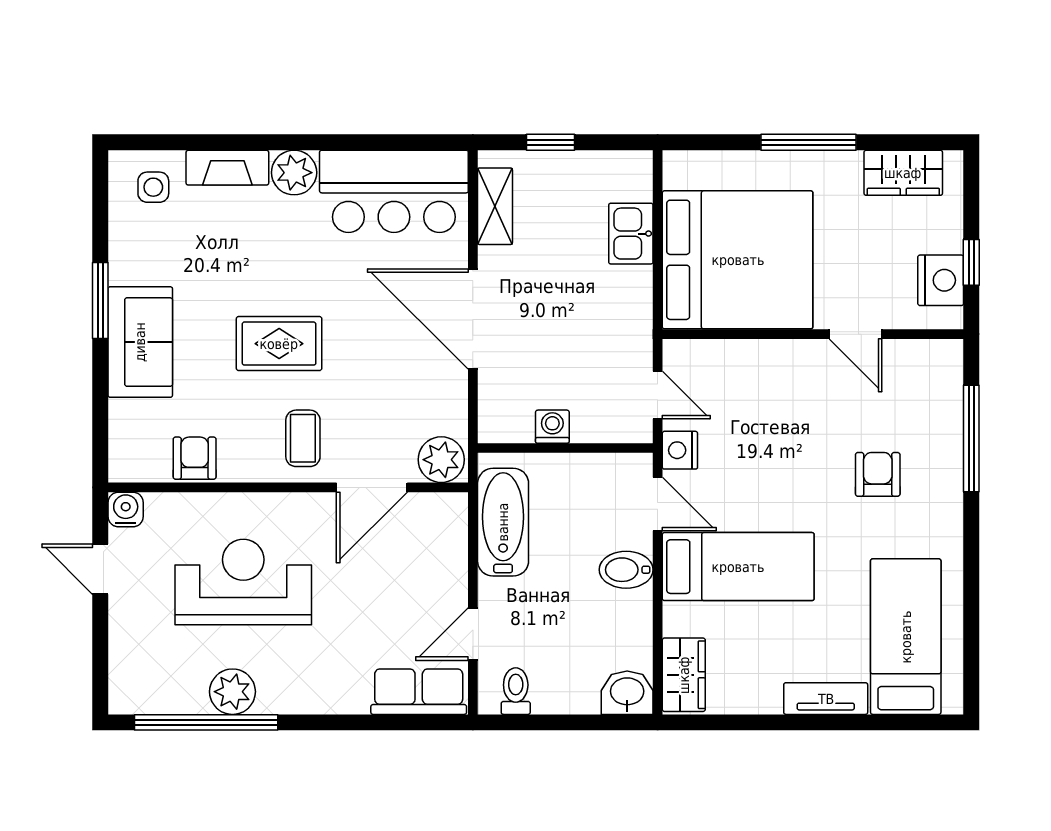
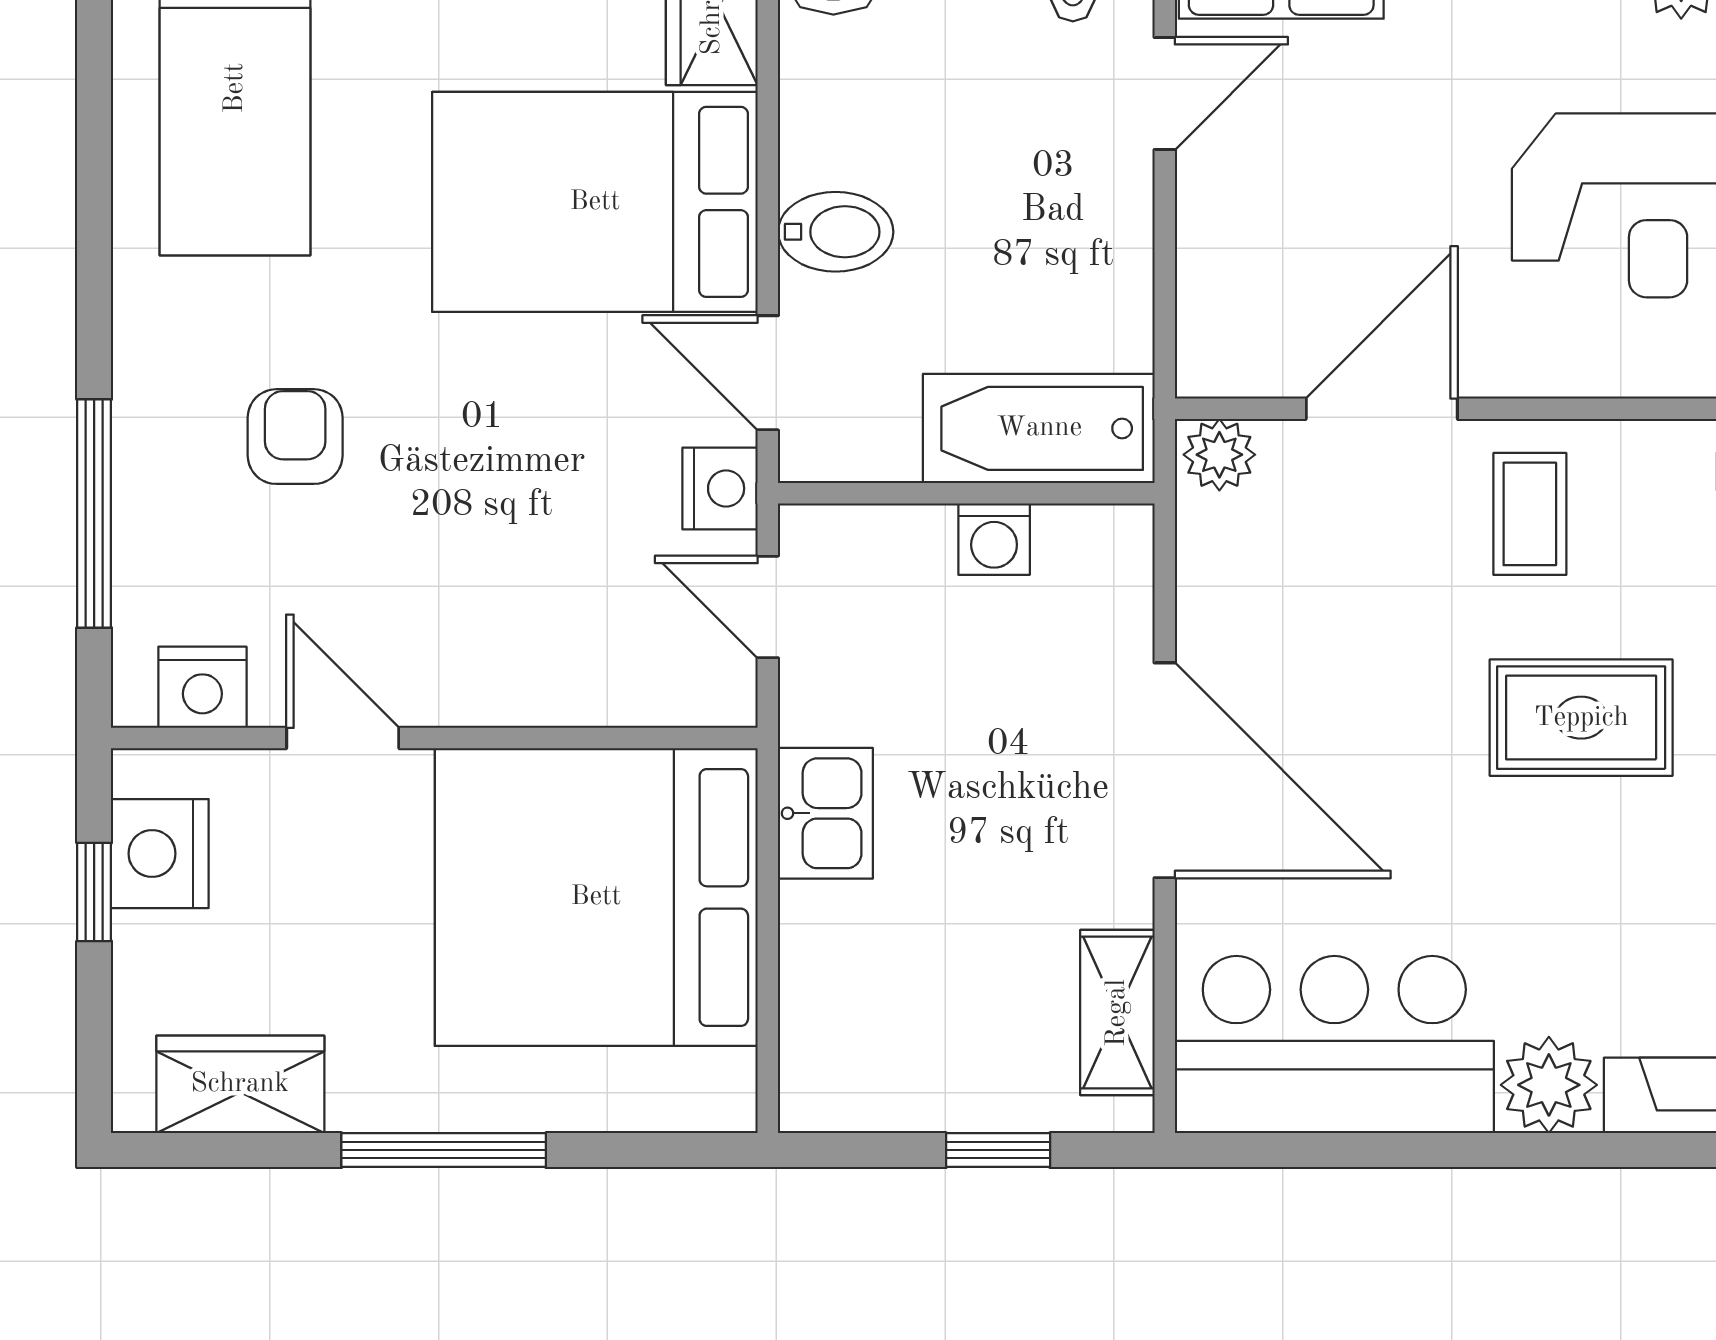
kitchen sink: (631, 234) -> (825, 813), moved
nightstand: (921, 358) -> (202, 687), added
plant: (441, 460) -> (1219, 455), width x0.73, depth x0.73
armchair: (878, 474) -> (295, 437), turned 180
bathtub: (503, 522) -> (1039, 428), moved, turned 90
bed: (738, 567) -> (595, 202), width x1.50

